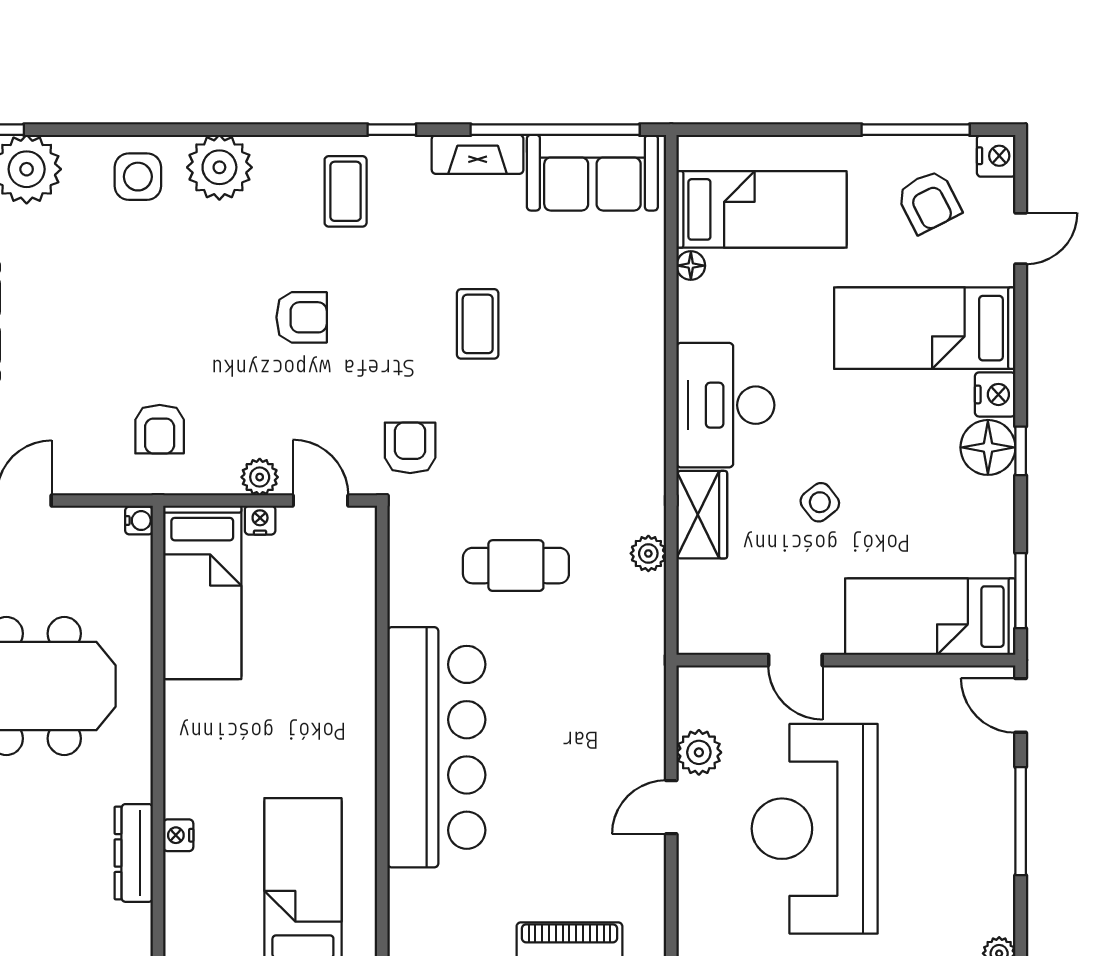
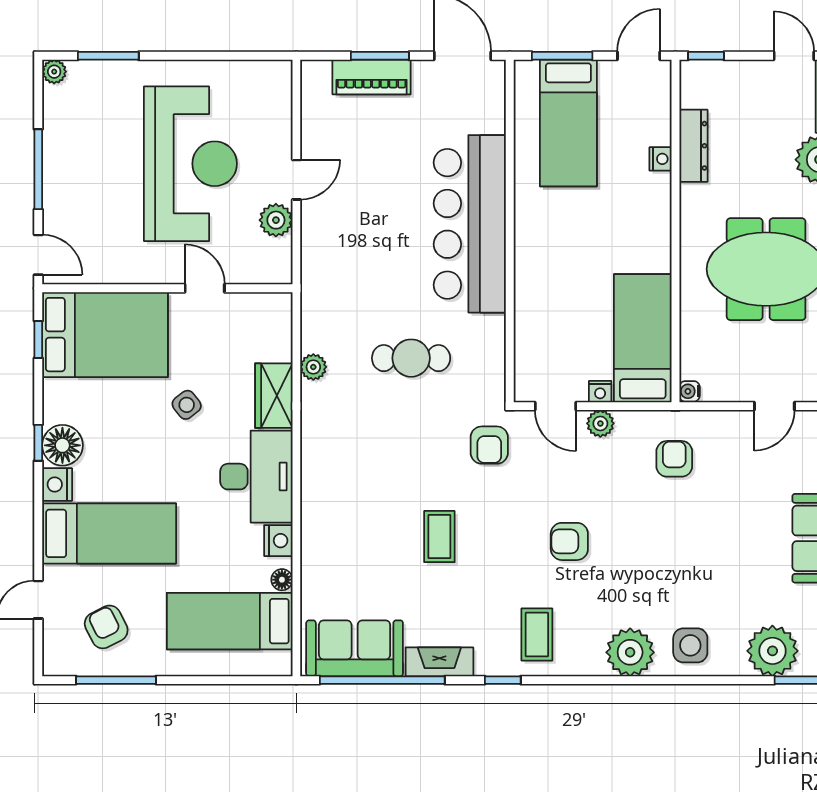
nightstand: (996, 156) -> (278, 541), moved, turned 180
window: (1021, 591) -> (38, 340), width x0.67
bed: (930, 617) -> (105, 335), width x1.50

